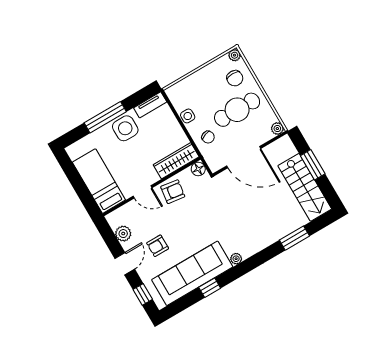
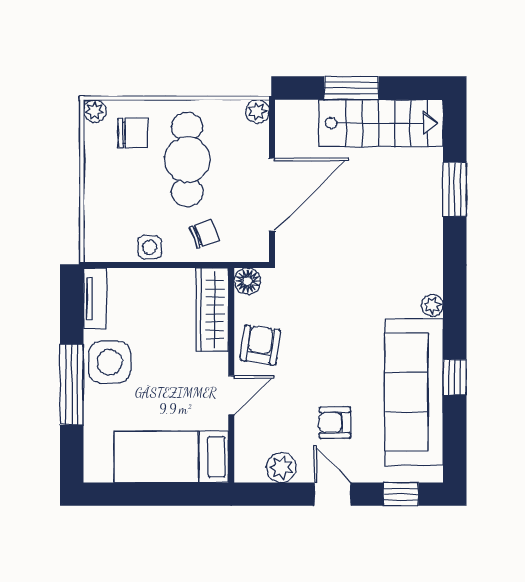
armchair: (158, 246) -> (335, 423), turned 90

